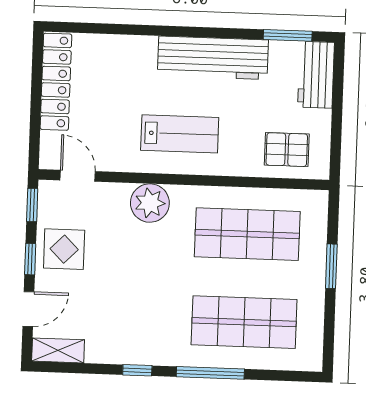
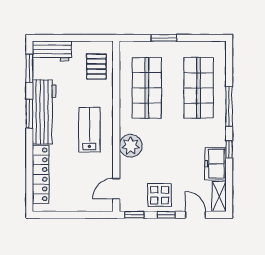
window: (211, 33) -> (29, 114), added
locker: (56, 82) -> (41, 174), moved, turned 90
freezer: (114, 346) -> (215, 164), added

